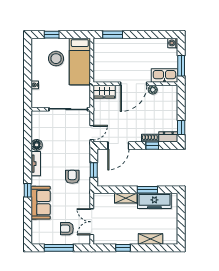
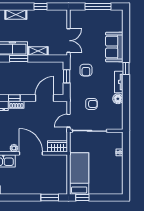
window: (52, 35) -> (82, 197), moved
stool: (56, 59) -> (100, 176), removed
door: (134, 84) -> (31, 153), hinge flipped
door: (92, 133) -> (69, 121), moved
window: (28, 190) -> (126, 69), moved
double door: (92, 222) -> (69, 41), moved
armchair: (67, 229) -> (91, 104), moved

